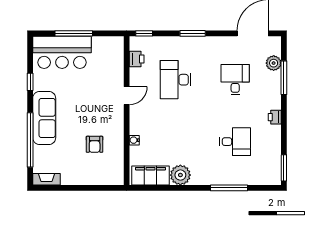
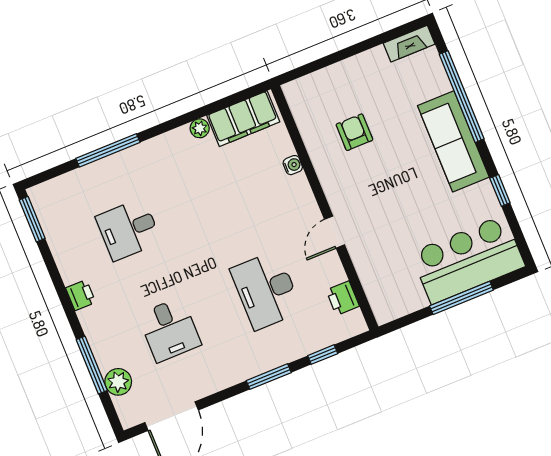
window: (144, 33) -> (323, 355), moved
desk: (175, 80) -> (266, 290), turned 180
plant: (180, 175) -> (200, 128), width x0.53, depth x0.53

